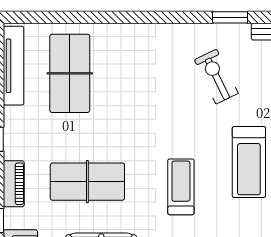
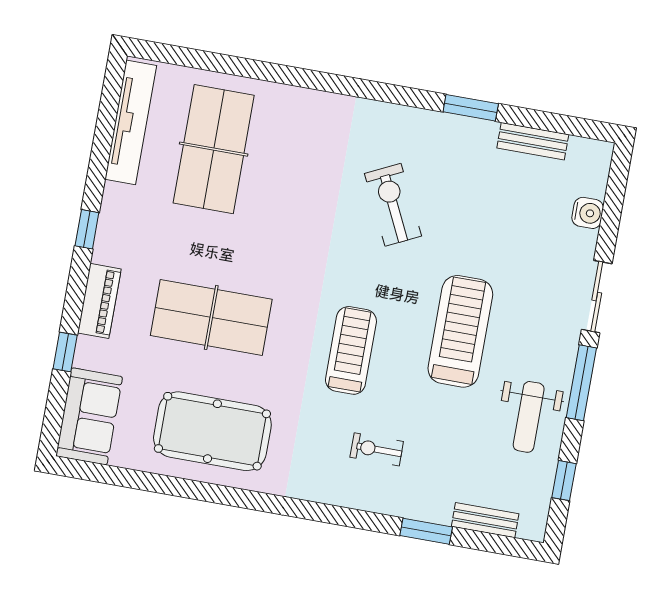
exercise bike: (216, 77) -> (393, 205), moved
treadmill: (249, 162) -> (460, 331), turned 180

